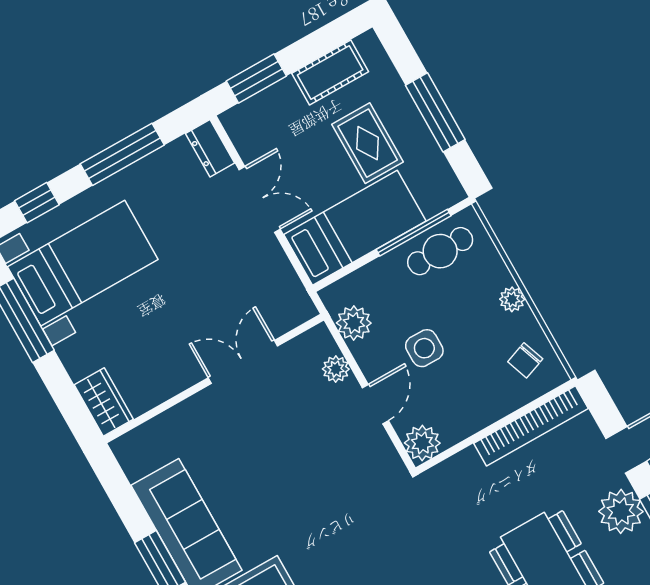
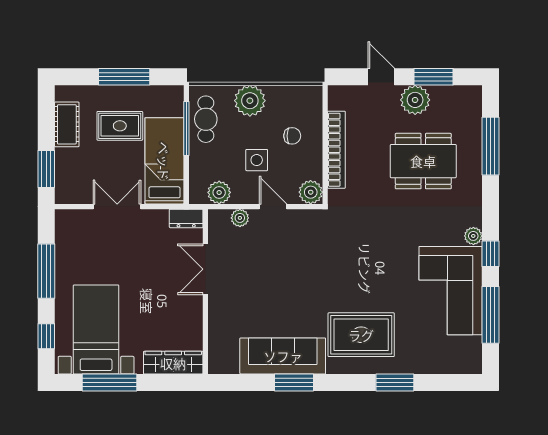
dresser: (210, 148) -> (186, 218), moved
plant: (512, 299) -> (250, 101), width x1.88, depth x1.88
chair: (525, 360) -> (292, 136), moved, turned -70
wardrobe: (104, 402) -> (173, 363), width x1.50
bookcase: (531, 426) -> (336, 150), moved

